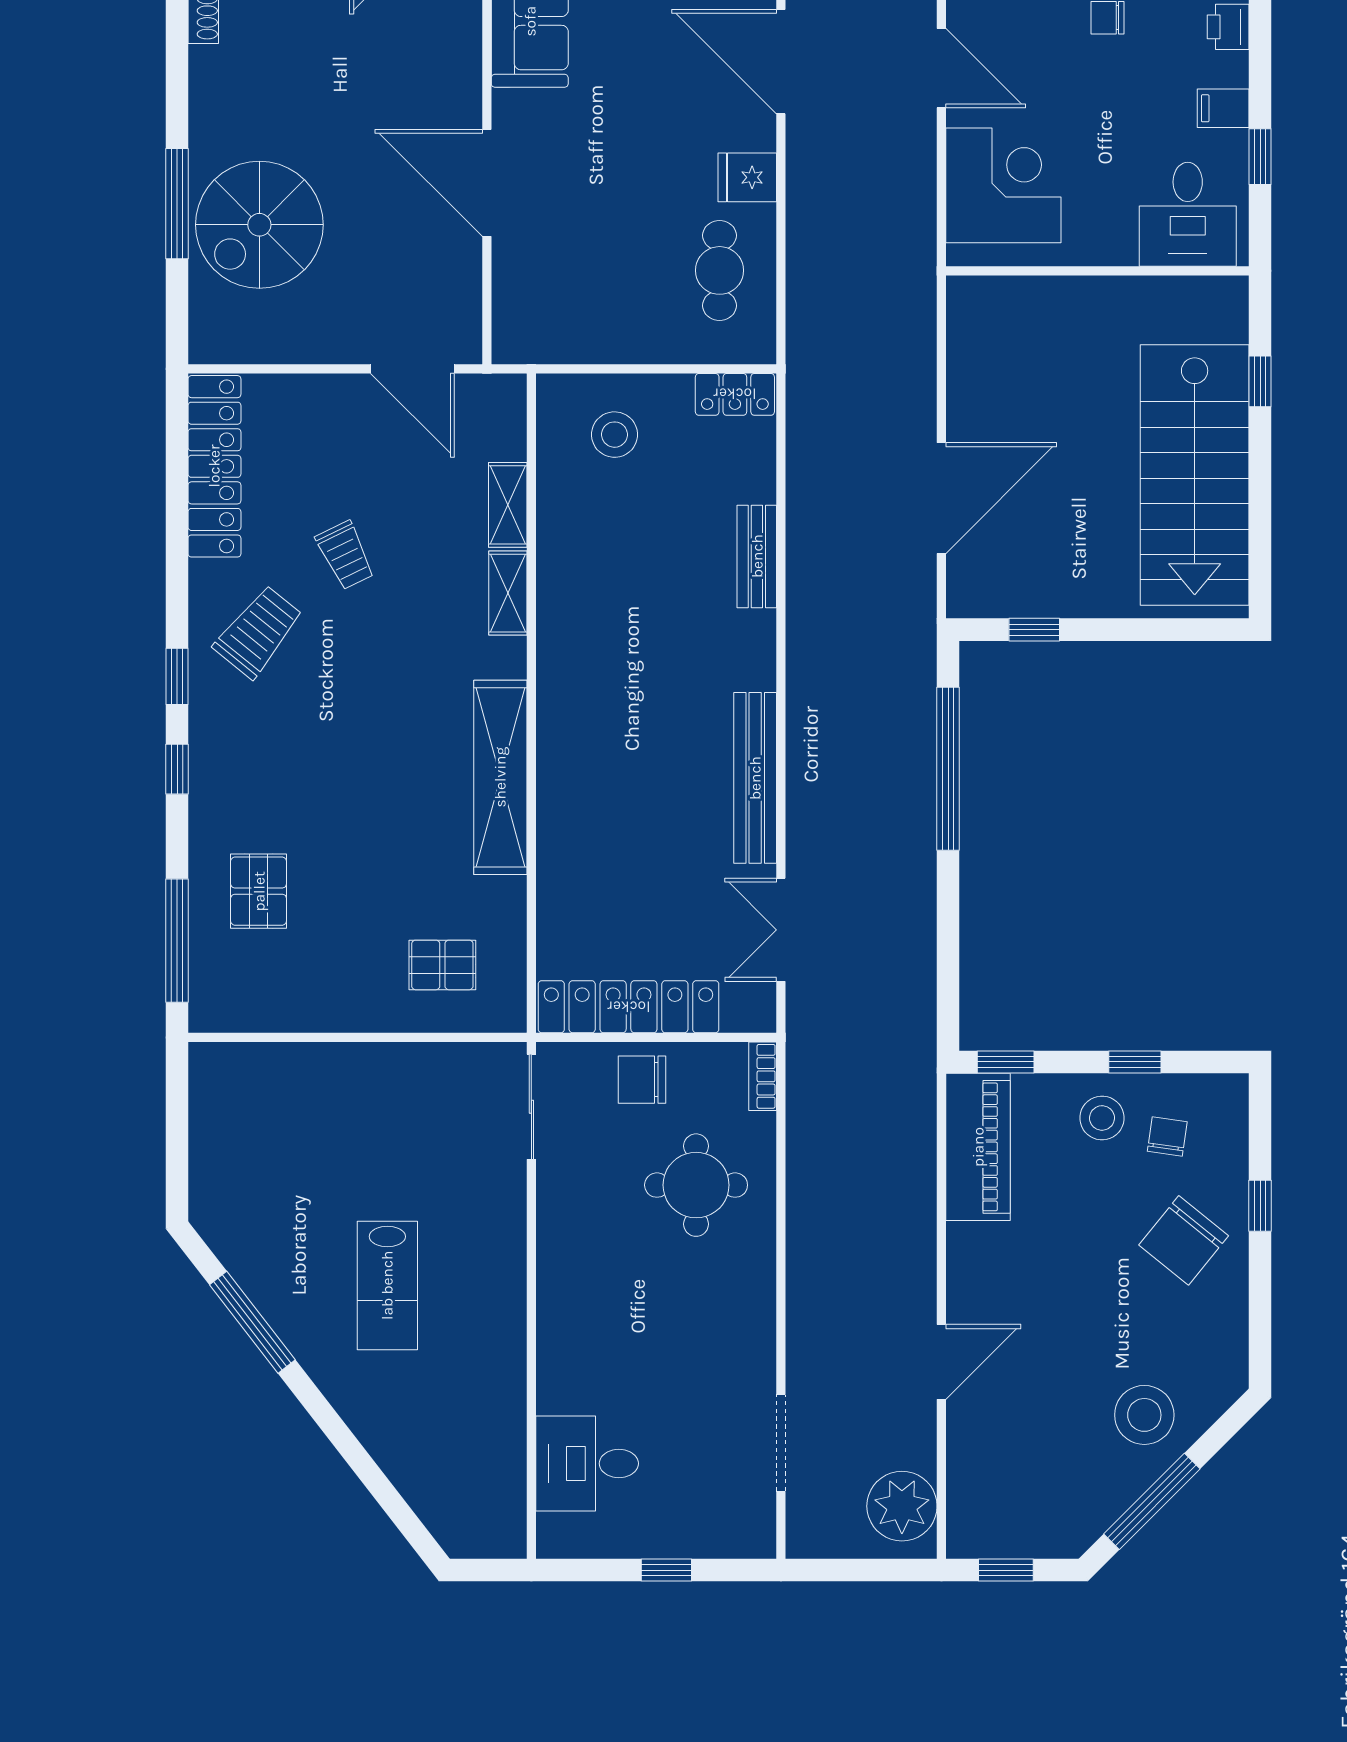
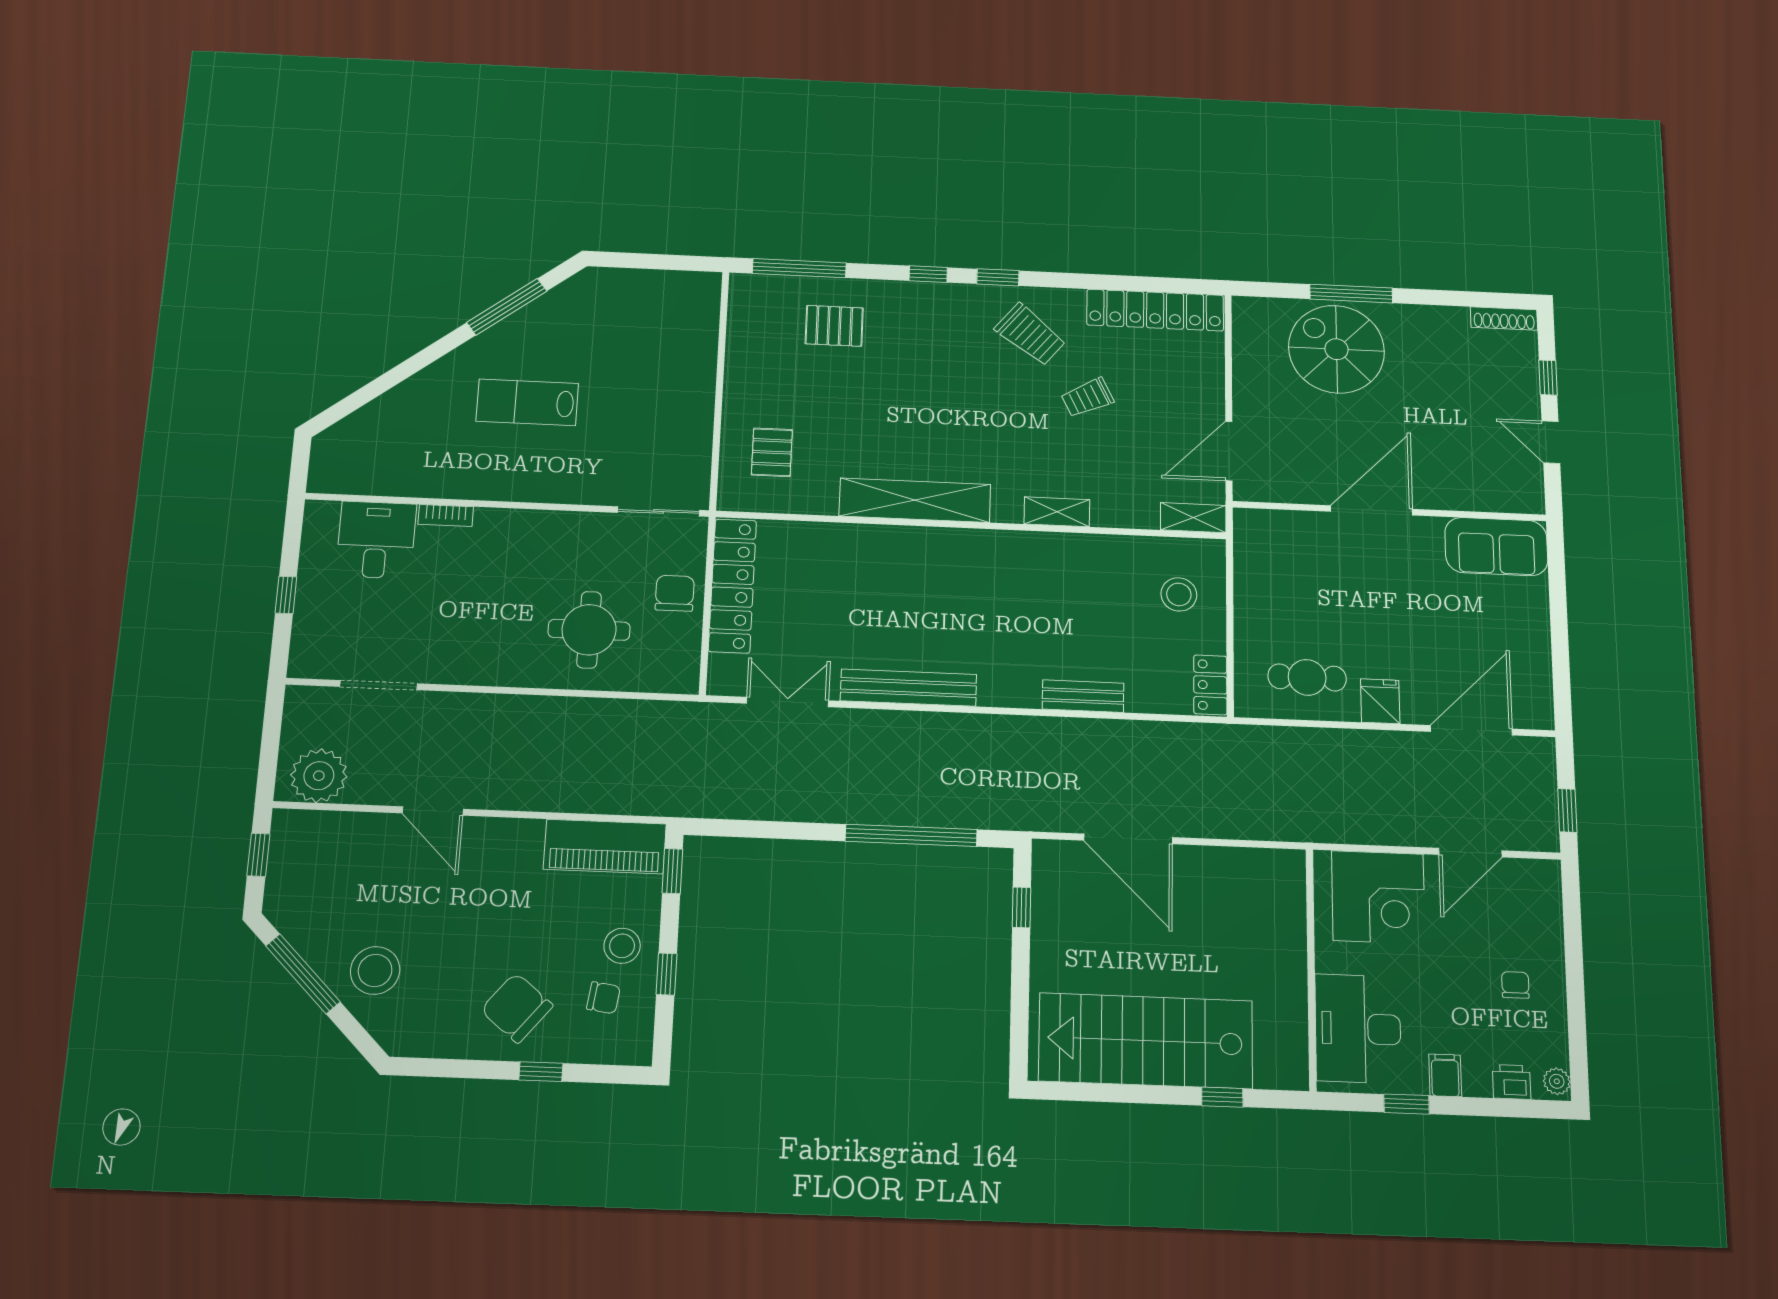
desk: (1188, 214) -> (1358, 1029), width x1.37
shelving: (508, 505) -> (1193, 518), moved
bookcase: (763, 1076) -> (446, 515), moved, turned 180

